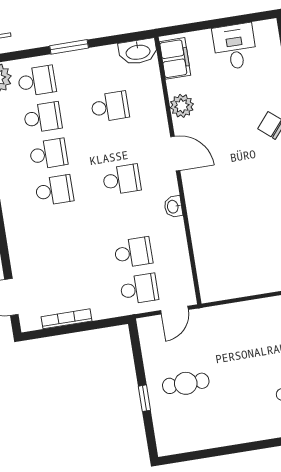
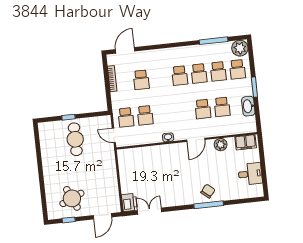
washbasin: (138, 52) -> (248, 106), moved
school desk: (122, 180) -> (203, 109), moved
school desk: (66, 263) -> (141, 80), added
cafe table: (186, 383) -> (75, 139), width x1.37, depth x1.35

